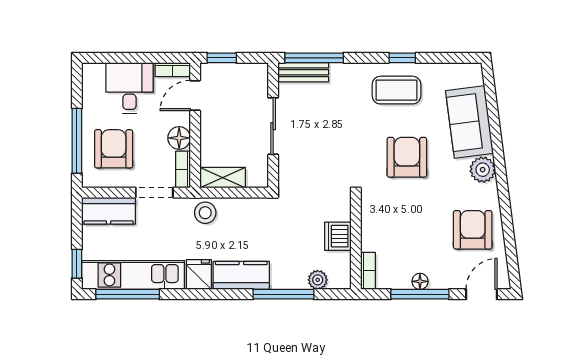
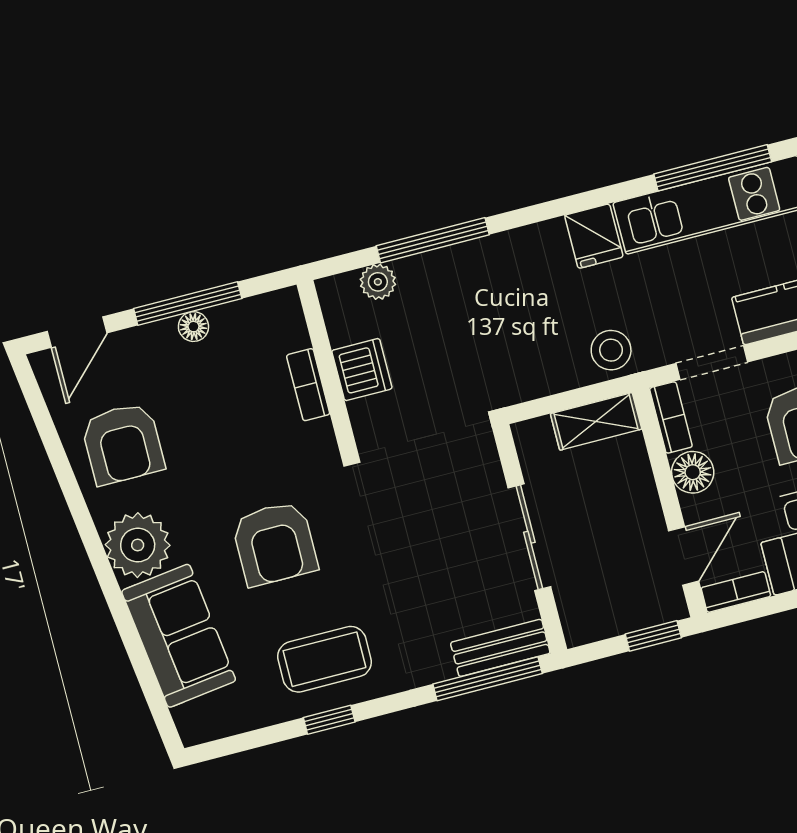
plant: (483, 170) -> (138, 545), width x1.36, depth x1.36
bookcase: (368, 271) -> (308, 385), moved
kitchen counter: (241, 275) -> (517, 254), removed

